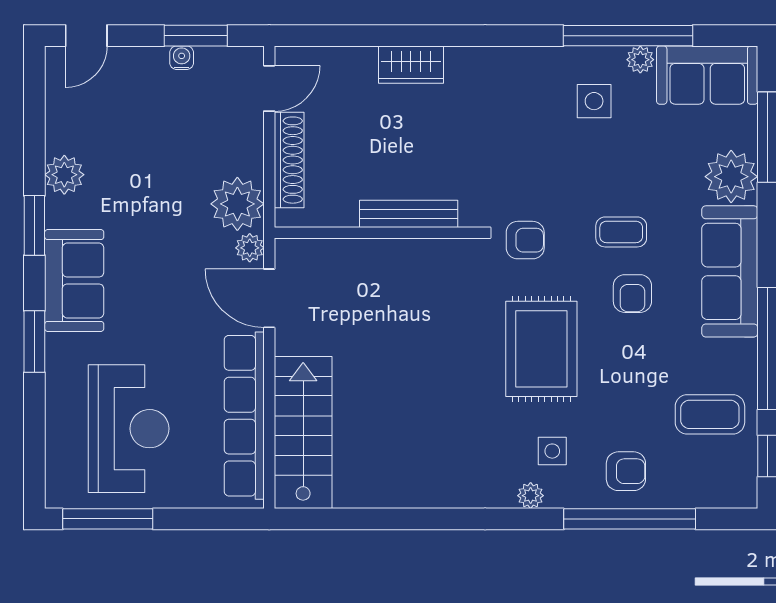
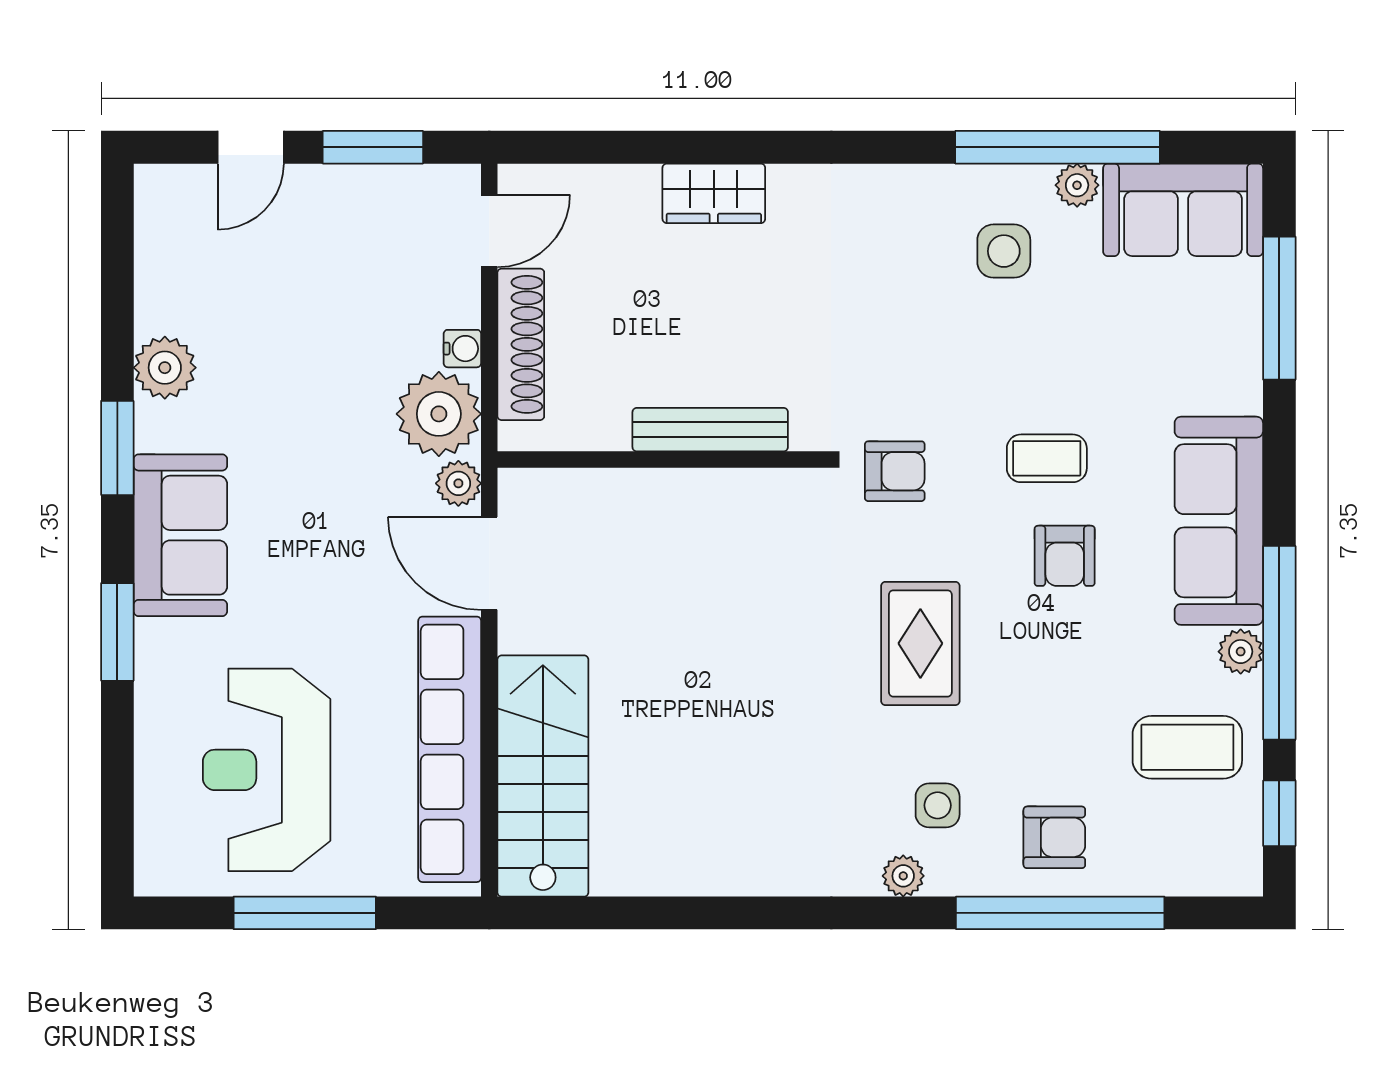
door: (86, 36) -> (251, 147), moved
water cooler: (182, 58) -> (462, 349), moved, turned 90
plant: (731, 177) -> (1241, 652), moved, width x0.53, depth x0.53
rug: (541, 349) -> (920, 643), width x0.73, depth x0.70
reception desk: (129, 429) -> (267, 770), turned 180
window: (108, 519) -> (305, 913), moved

